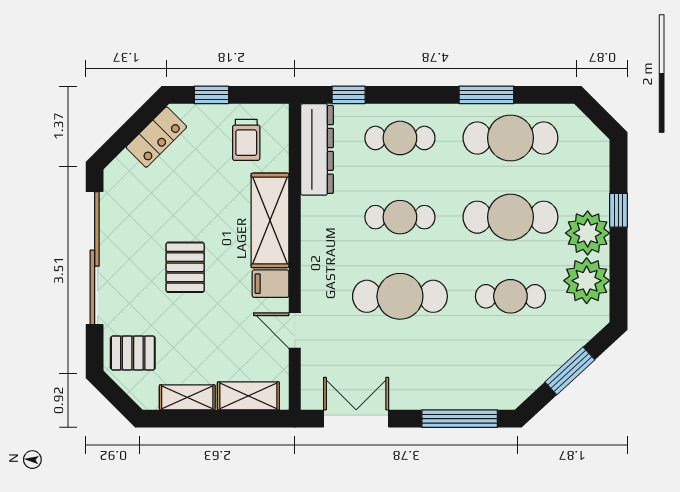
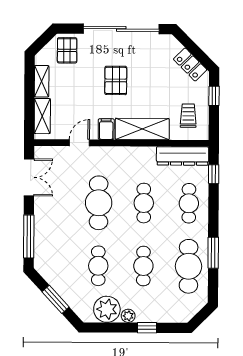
trolley: (246, 140) -> (188, 116), turned 90
cafe table: (510, 217) -> (143, 266), width x0.73, depth x0.74
plant: (588, 233) -> (128, 316), width x0.53, depth x0.53
pallet: (185, 267) -> (116, 80), turned 90

